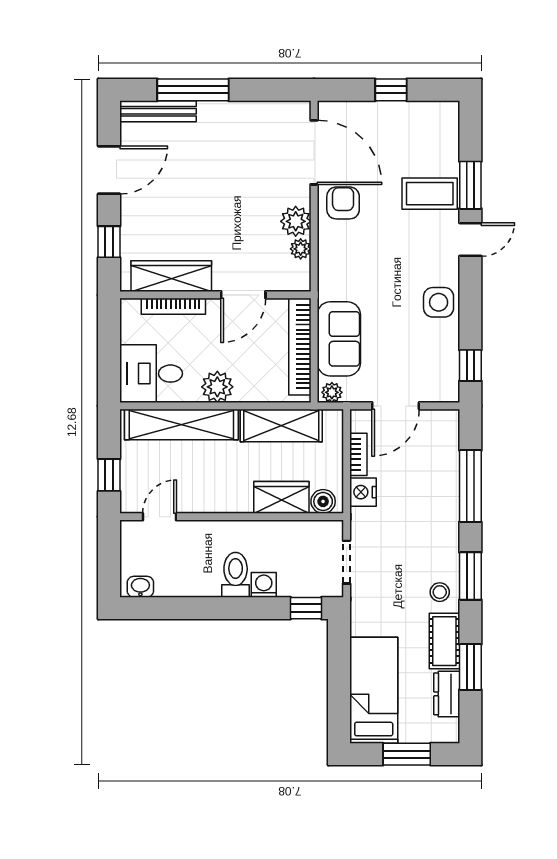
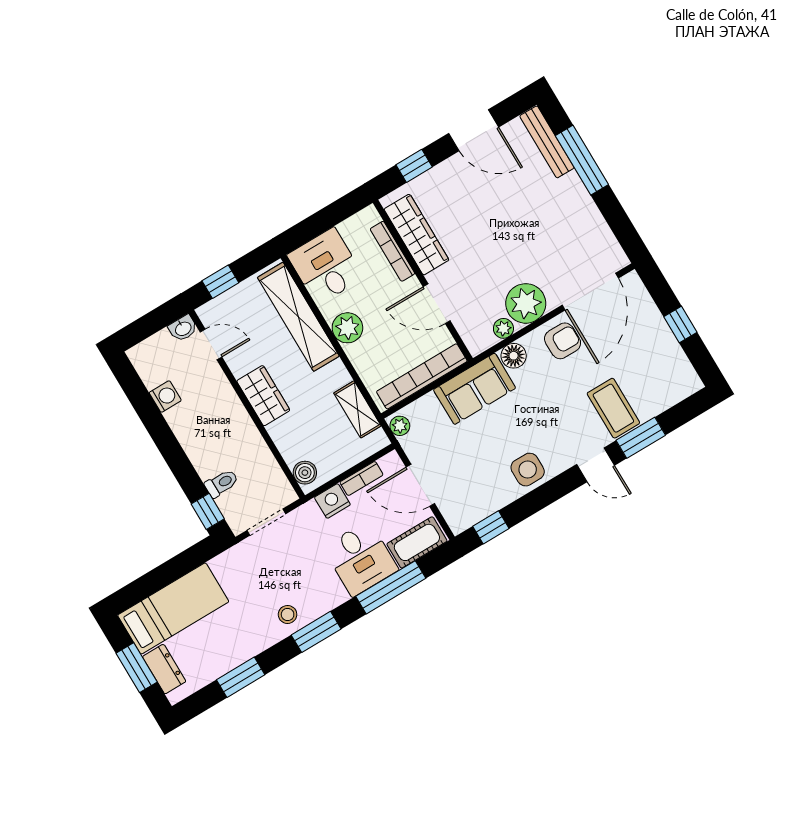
plant: (296, 221) -> (526, 303), width x1.36, depth x1.36
floor lamp: (330, 254) -> (514, 356), added
sofa: (339, 339) -> (475, 389), moved
shelving: (281, 425) -> (357, 409), width x0.67, depth x0.75
wardrobe: (281, 497) -> (263, 396), moved
desk: (429, 498) -> (361, 559), added
toilet: (236, 575) -> (221, 483), moved, width x0.73, depth x0.72
washing machine: (264, 585) -> (165, 397), moved
washbasin: (140, 587) -> (183, 328), moved, turned 90
cot: (444, 641) -> (417, 542), moved
dresser: (447, 694) -> (164, 669), moved, turned 90

